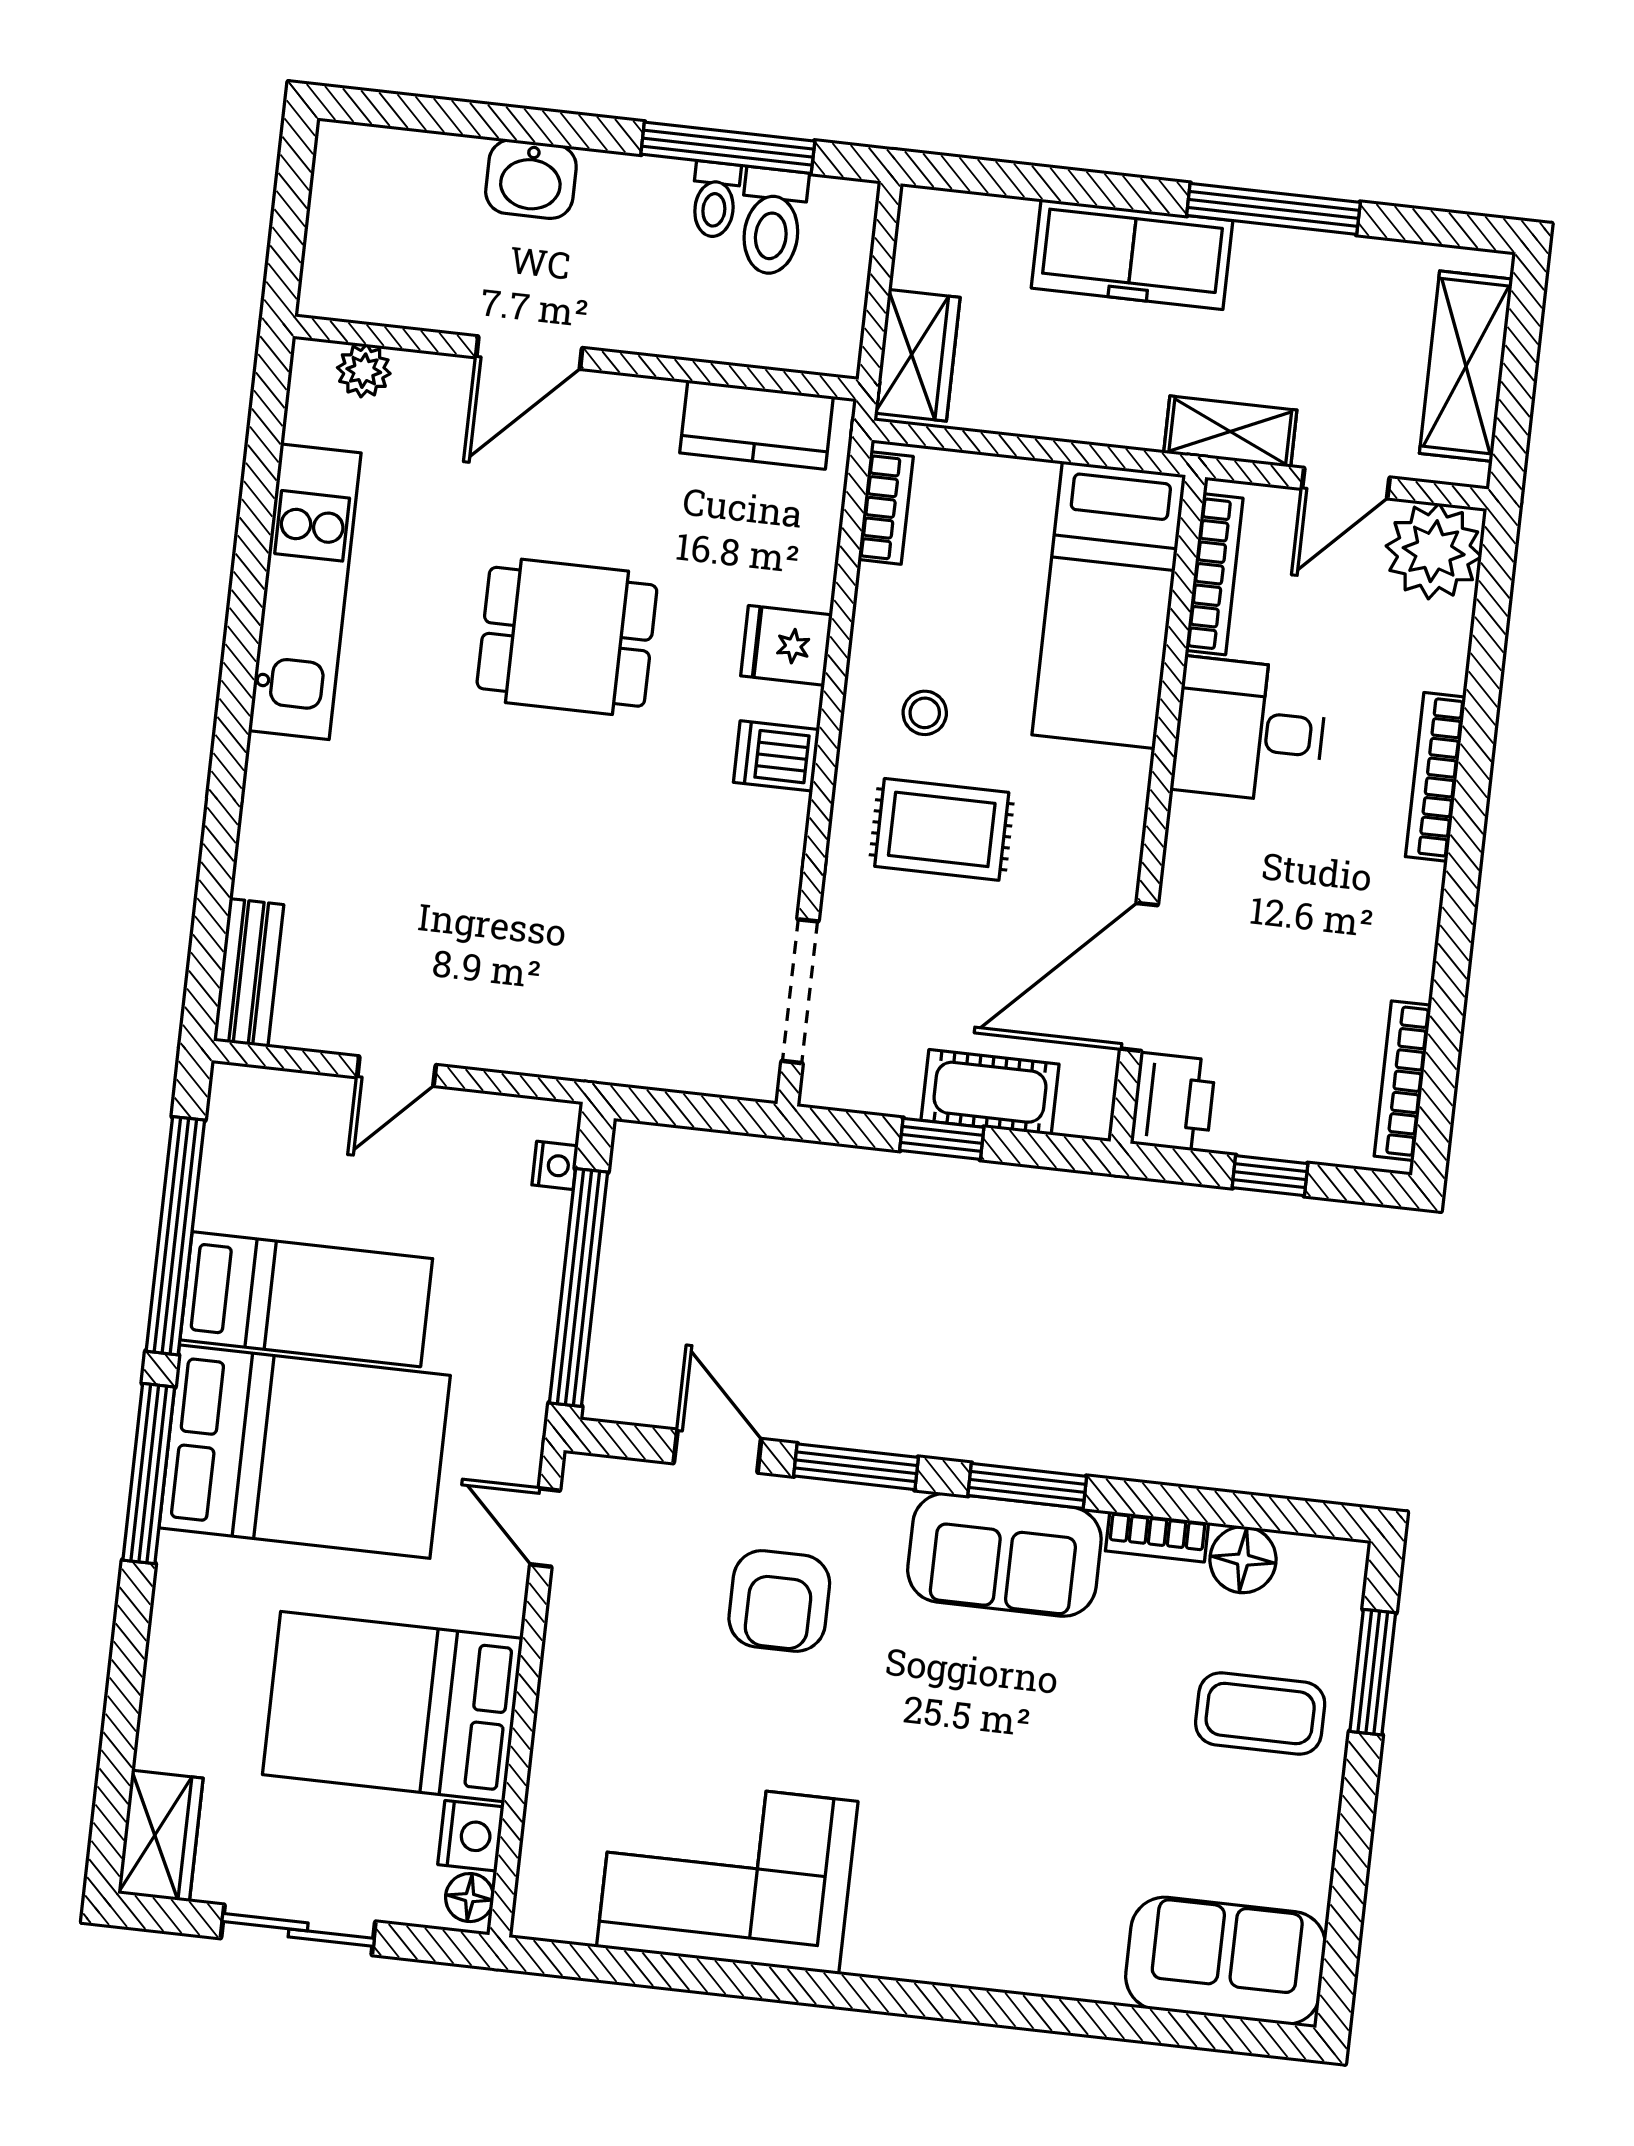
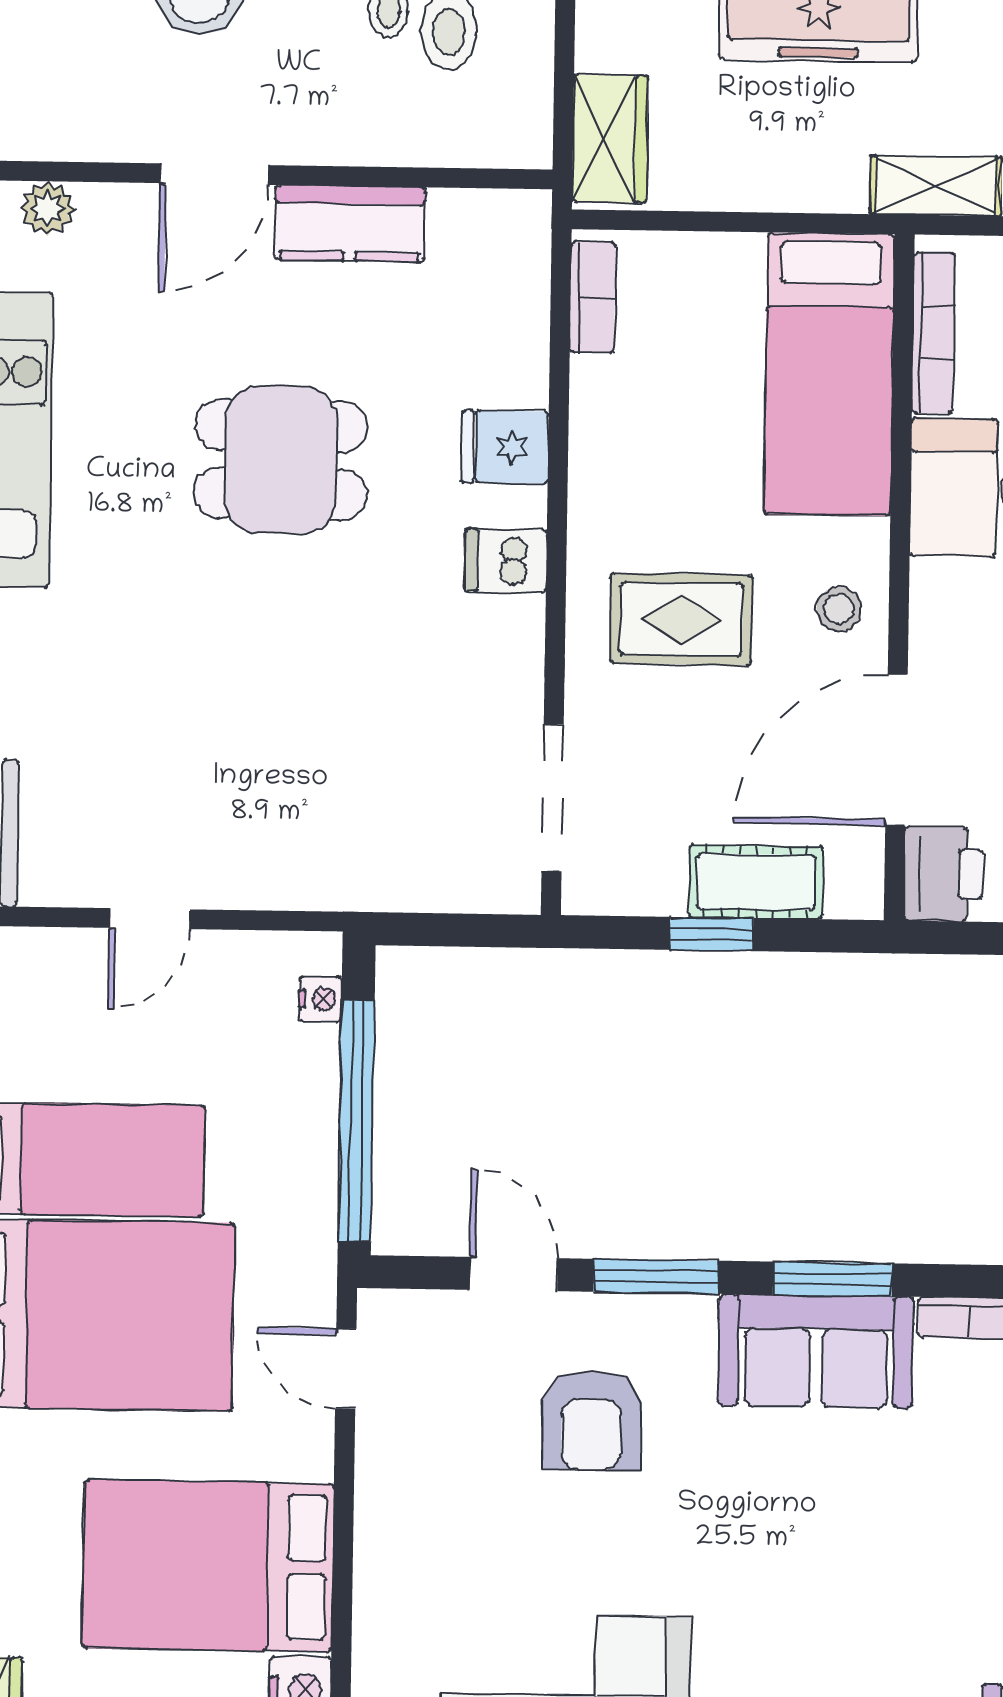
kitchen counter: (757, 425) -> (350, 224), moved
stool: (925, 713) -> (839, 609), moved

